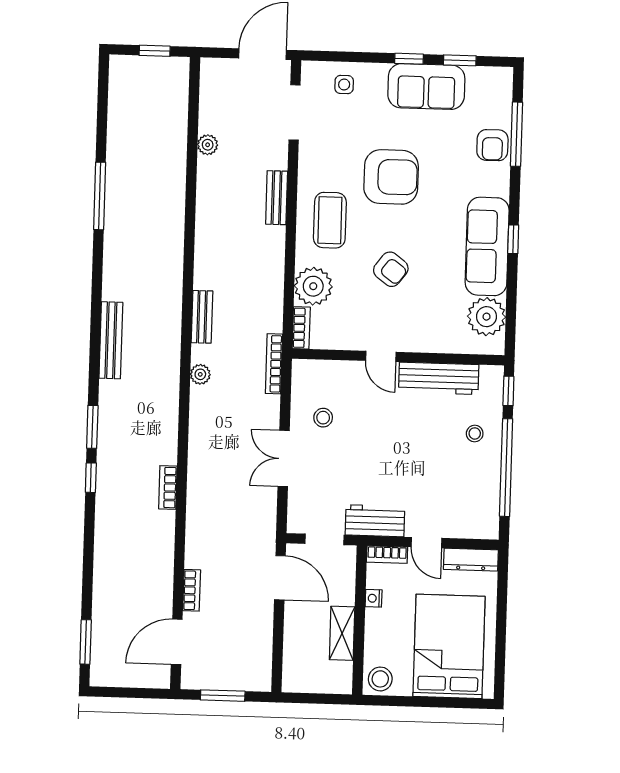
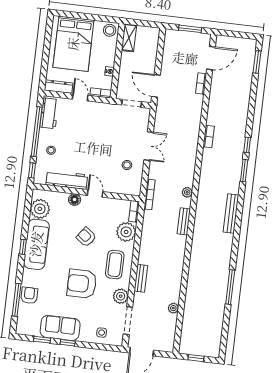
plant: (313, 159) -> (121, 296), added
floor lamp: (420, 341) -> (75, 200), added
workbench: (375, 521) -> (49, 113), moved, turned -90
shelving: (342, 633) -> (129, 38), moved

